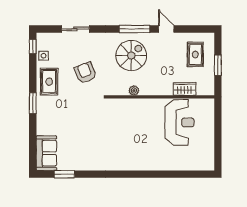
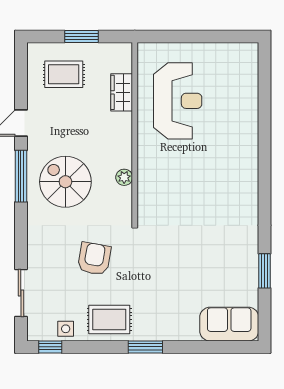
sliding door: (75, 29) -> (21, 293), moved
armchair: (85, 73) -> (94, 259), turned 122
reception desk: (179, 122) -> (178, 101), turned 90
window: (64, 174) -> (264, 271), moved

